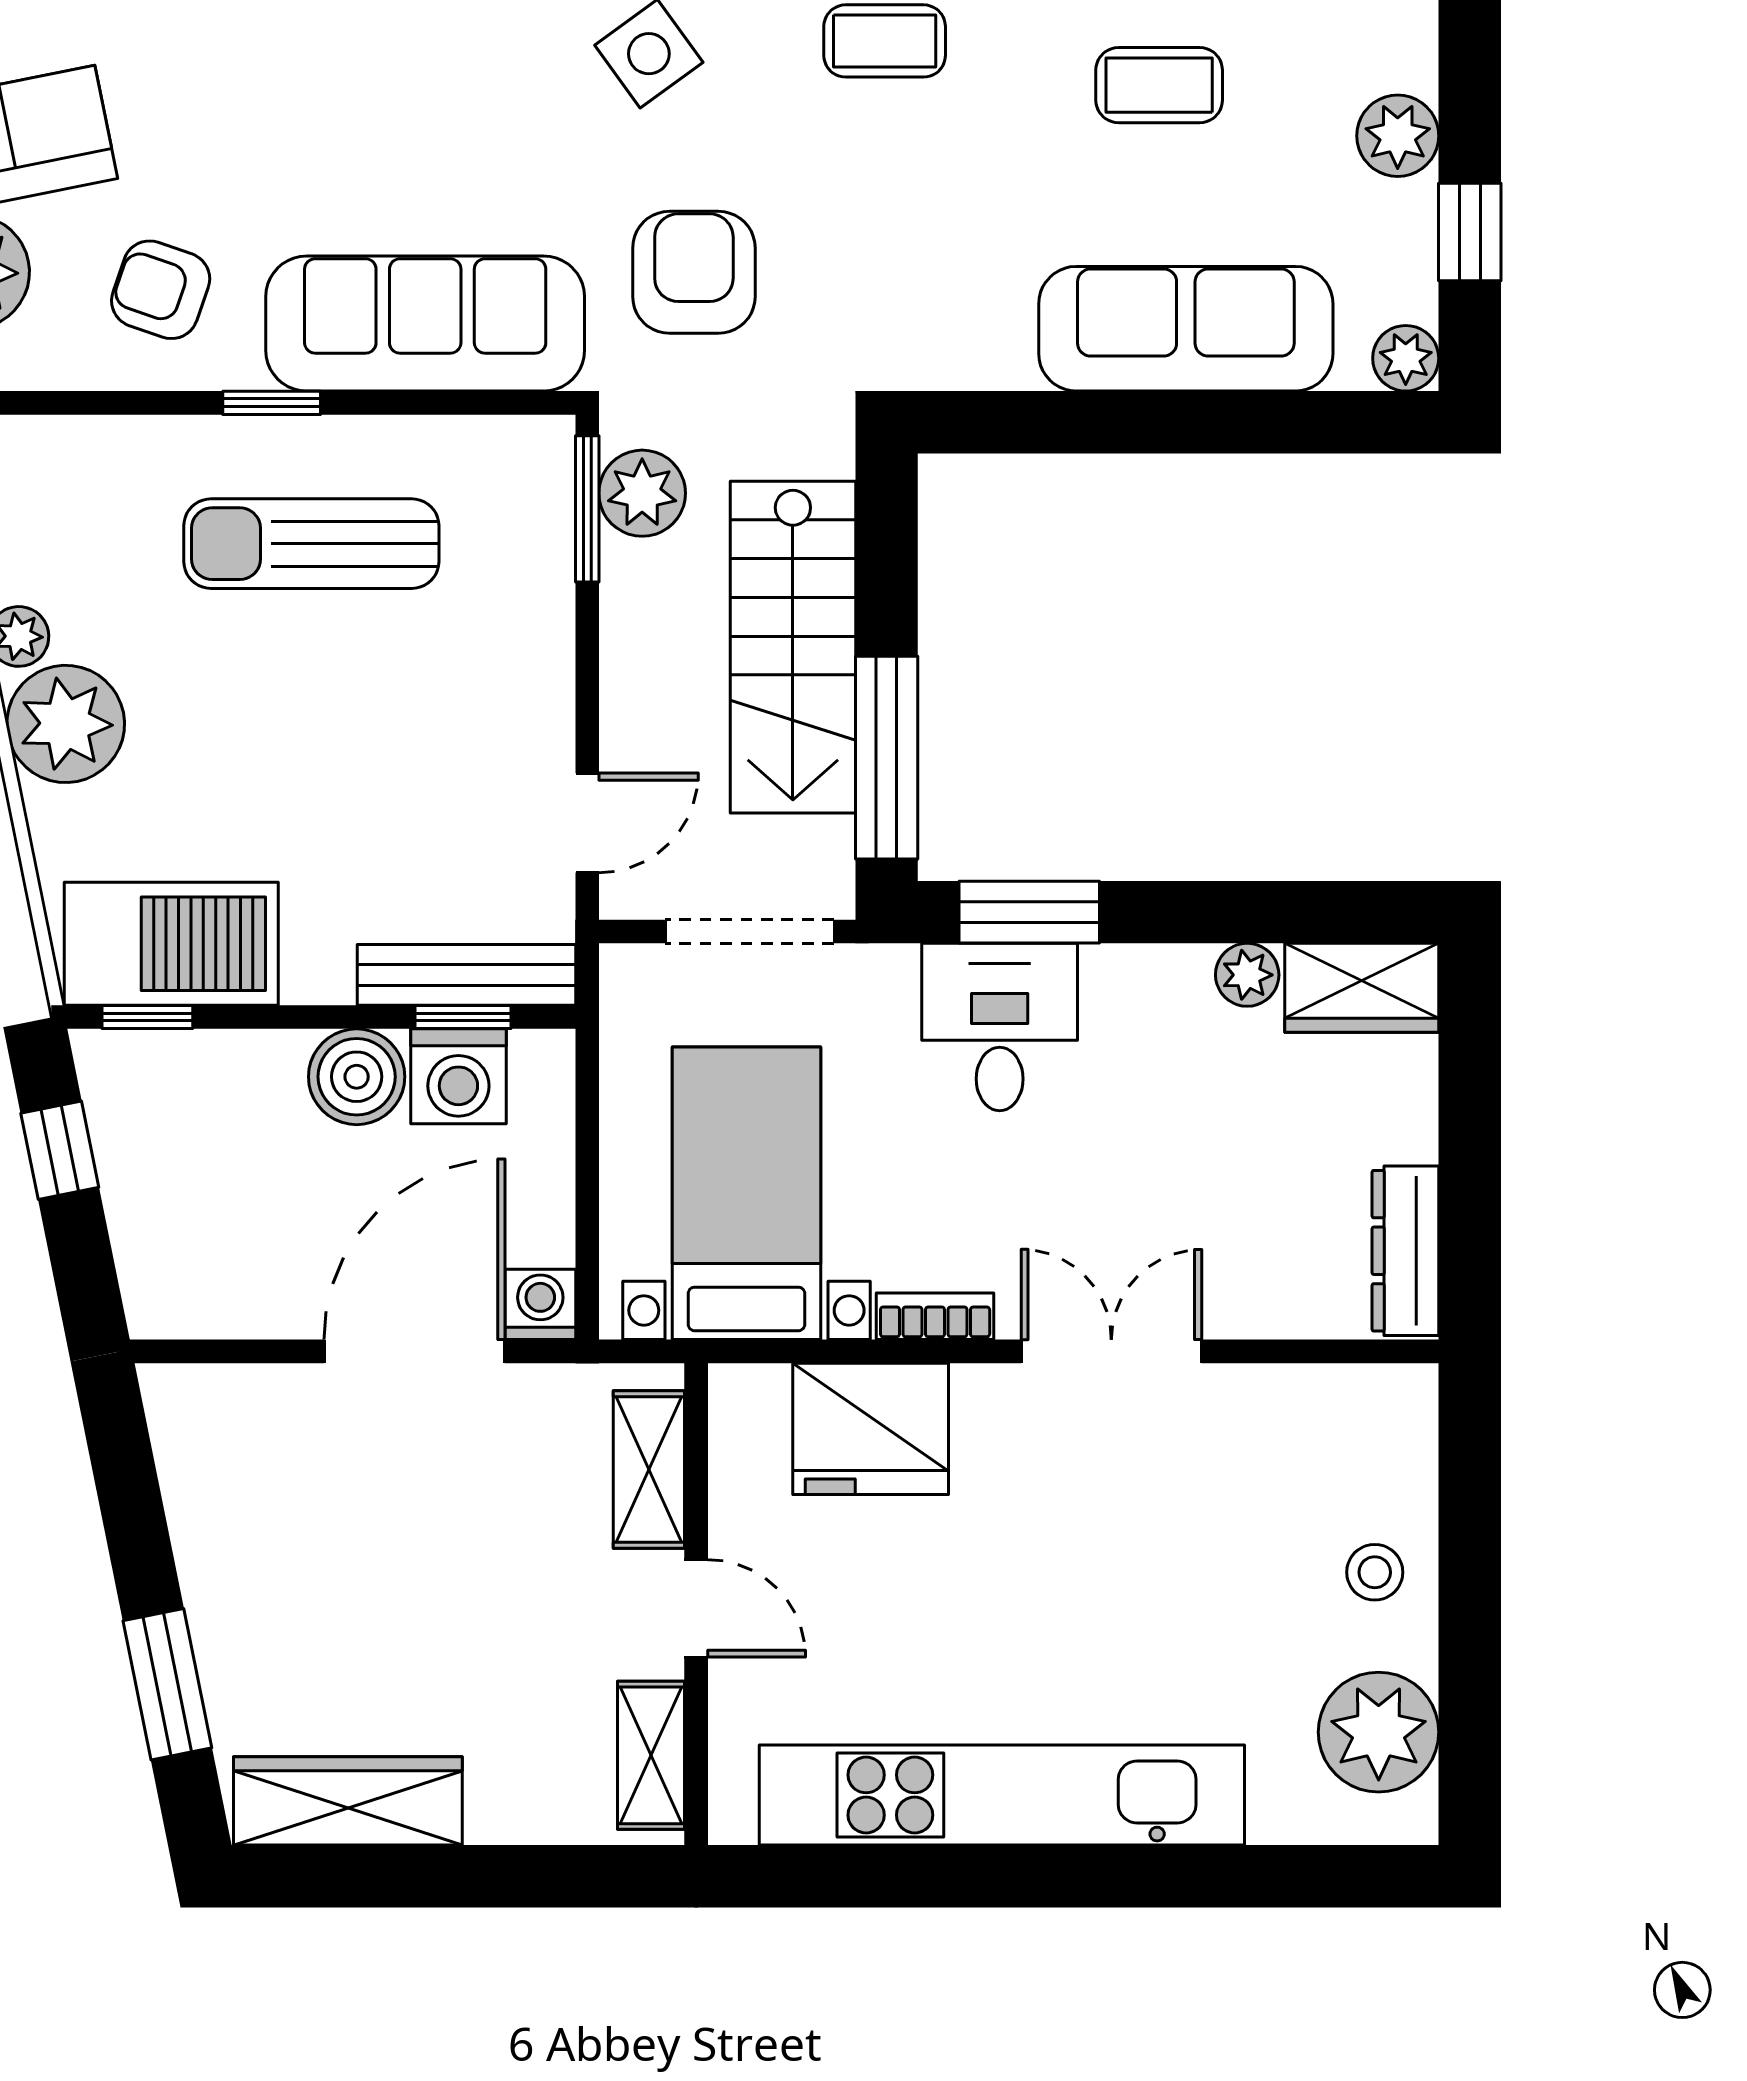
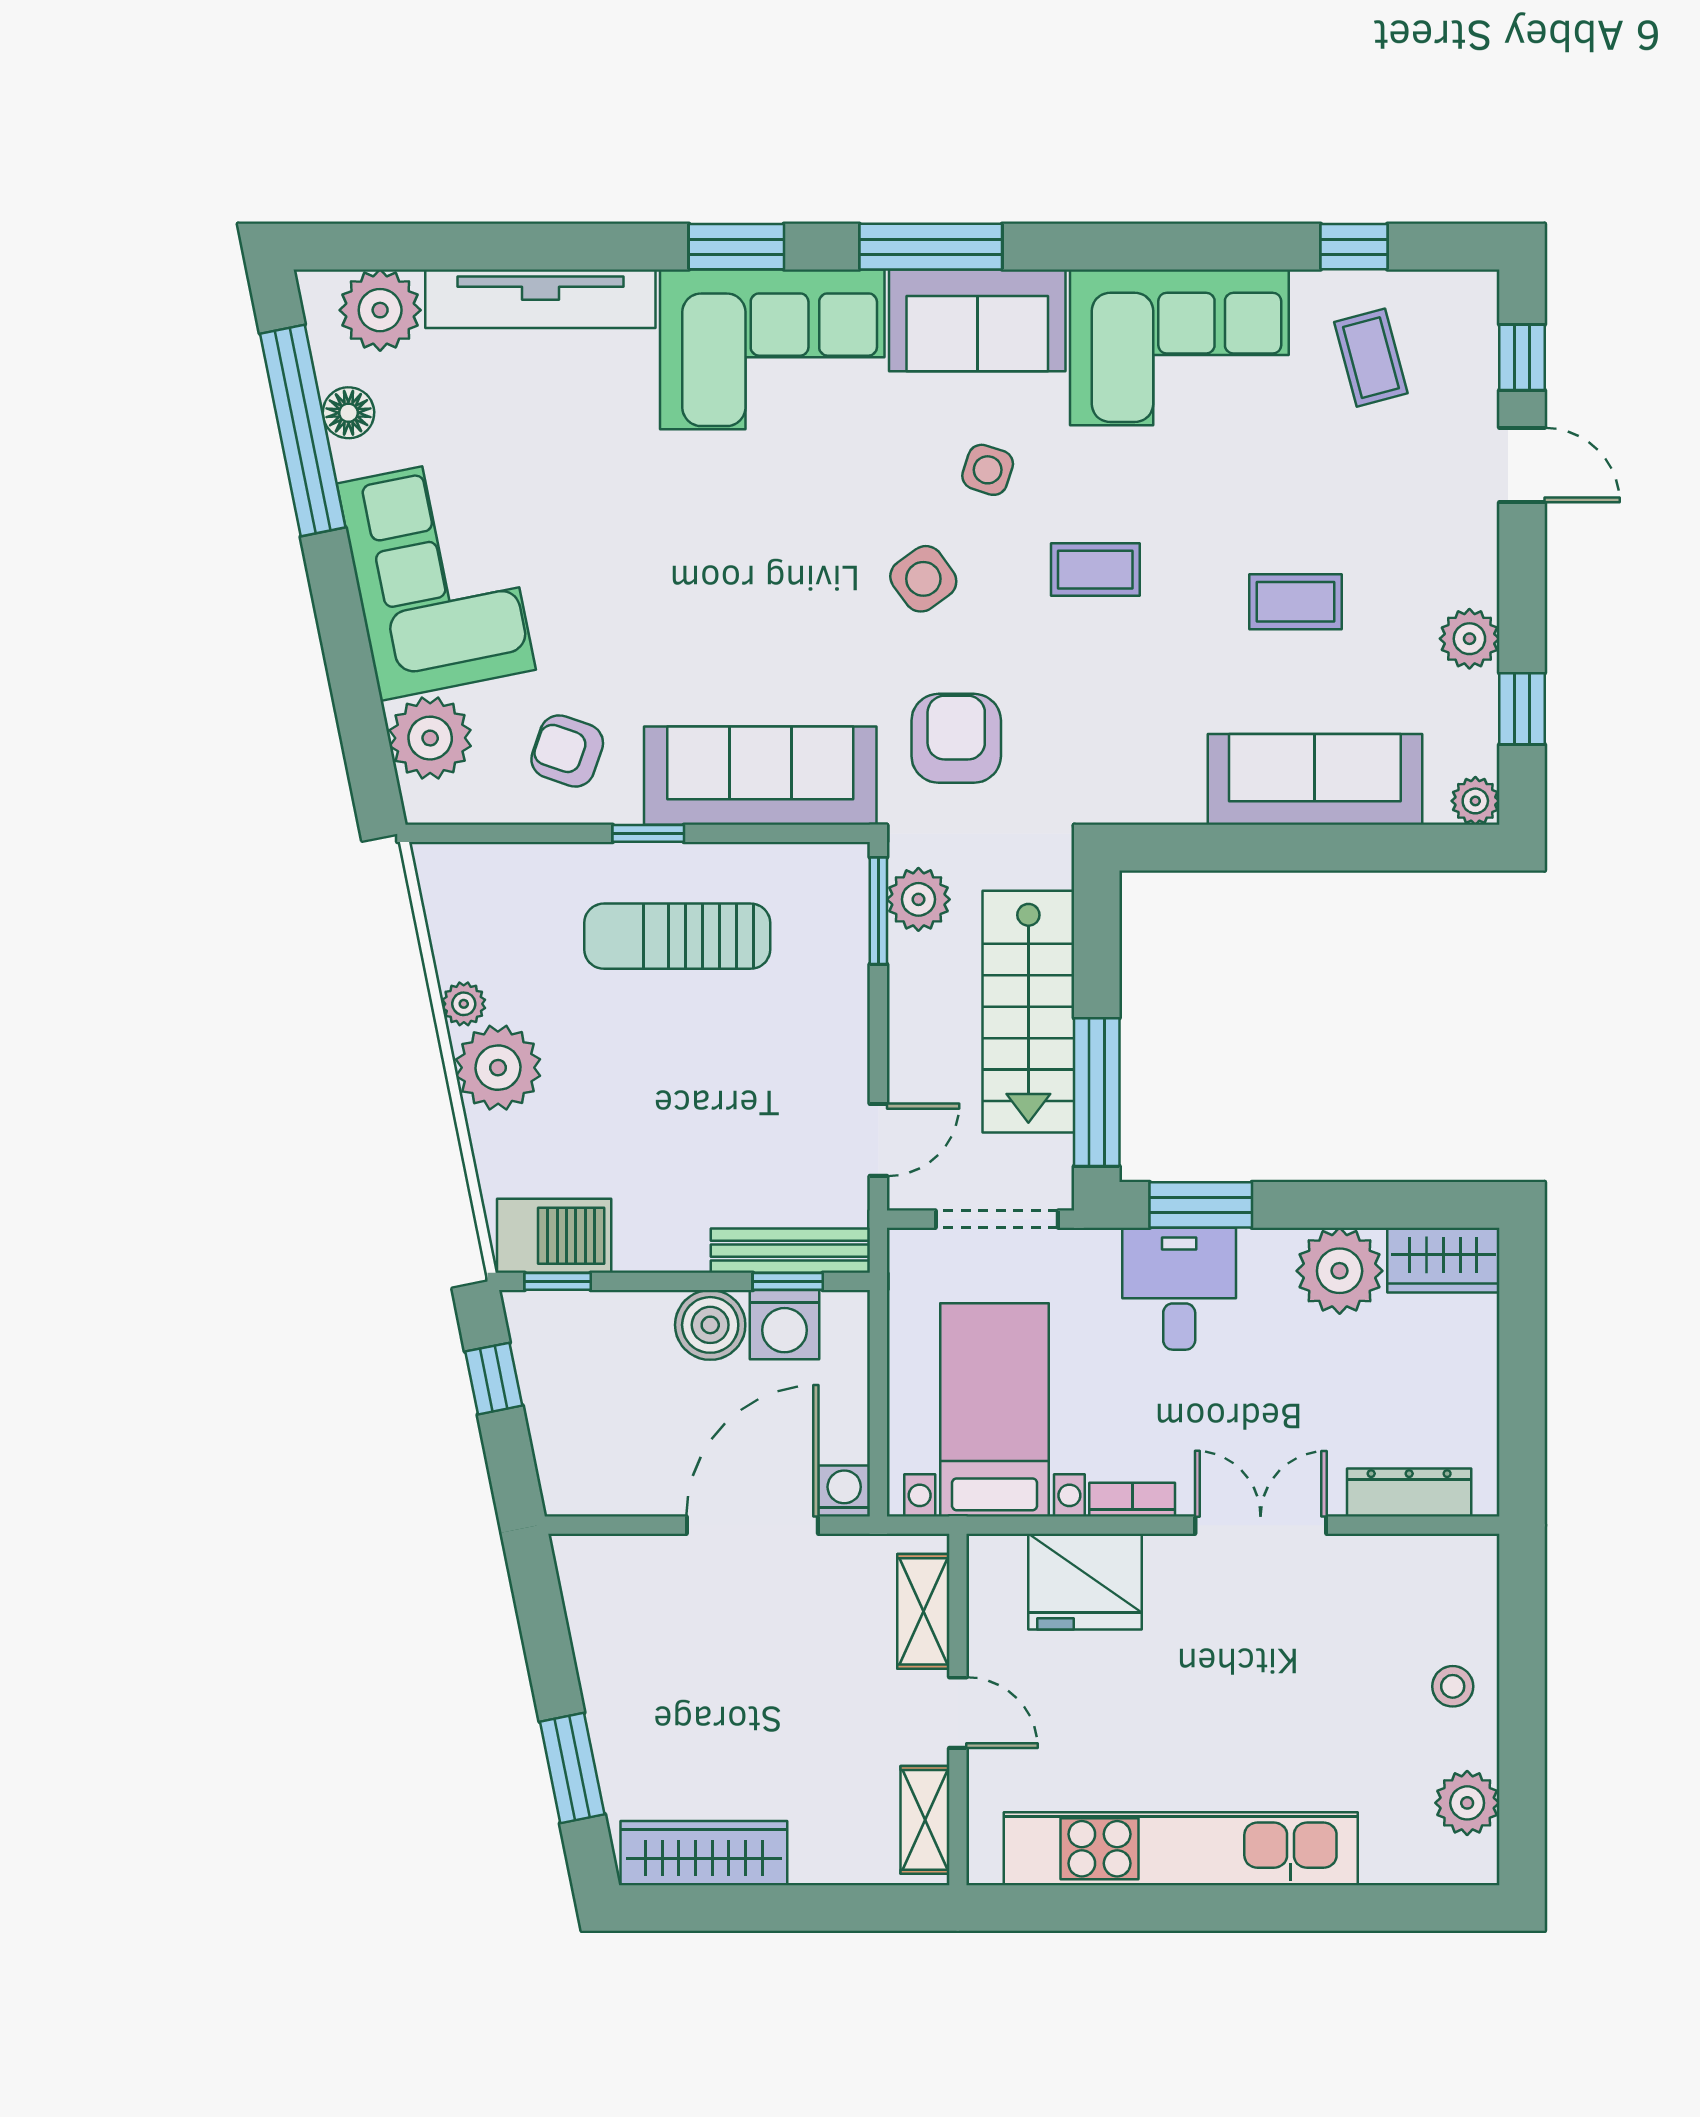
barbecue: (171, 944) -> (554, 1236), width x0.73, depth x0.83
plant: (1247, 975) -> (1340, 1271), width x1.87, depth x1.87
dresser: (1405, 1251) -> (1409, 1493), moved, turned 90
plant: (1379, 1732) -> (1467, 1803), width x0.73, depth x0.73

